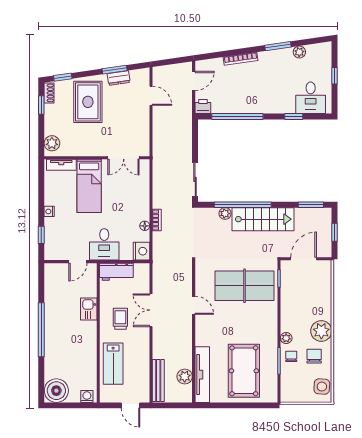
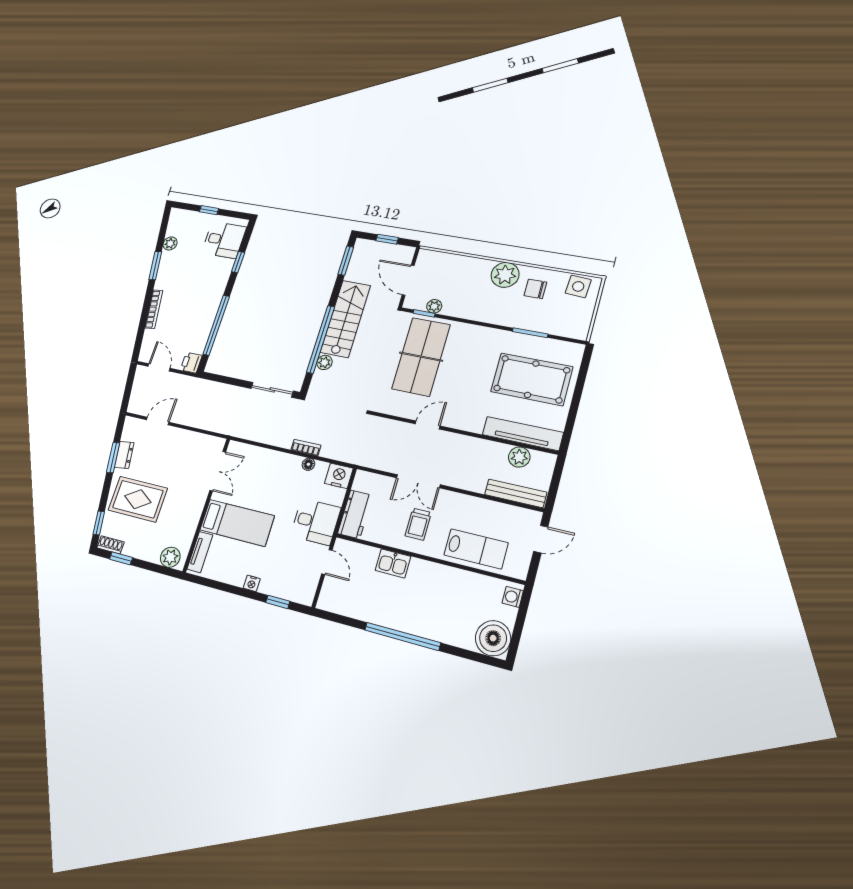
trolley: (120, 319) -> (418, 524), turned -90
plant: (286, 338) -> (434, 306), moved
chair: (291, 356) -> (528, 317), removed

